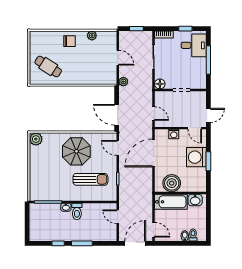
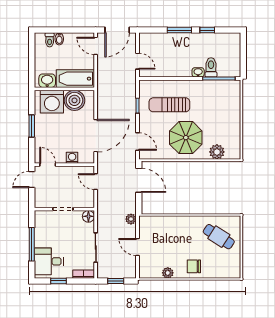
plant: (36, 139) -> (217, 152), moved
washing machine: (196, 157) -> (52, 102), moved, turned 90
toilet: (77, 211) -> (211, 67), moved

